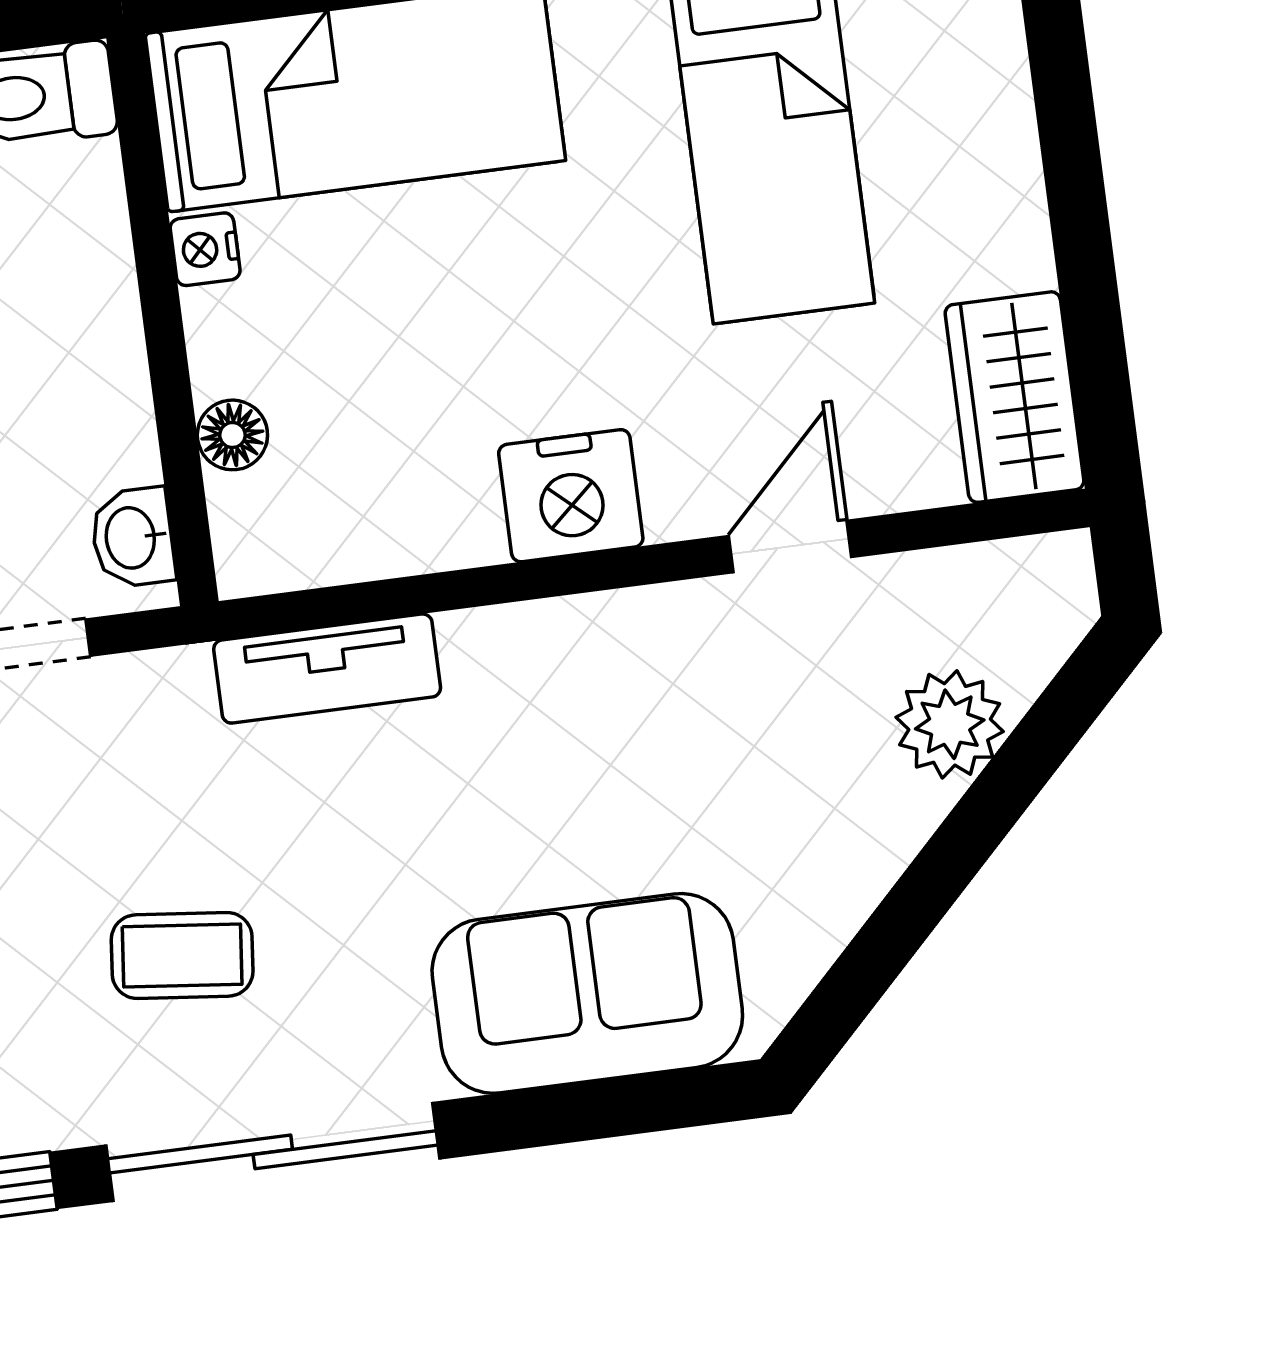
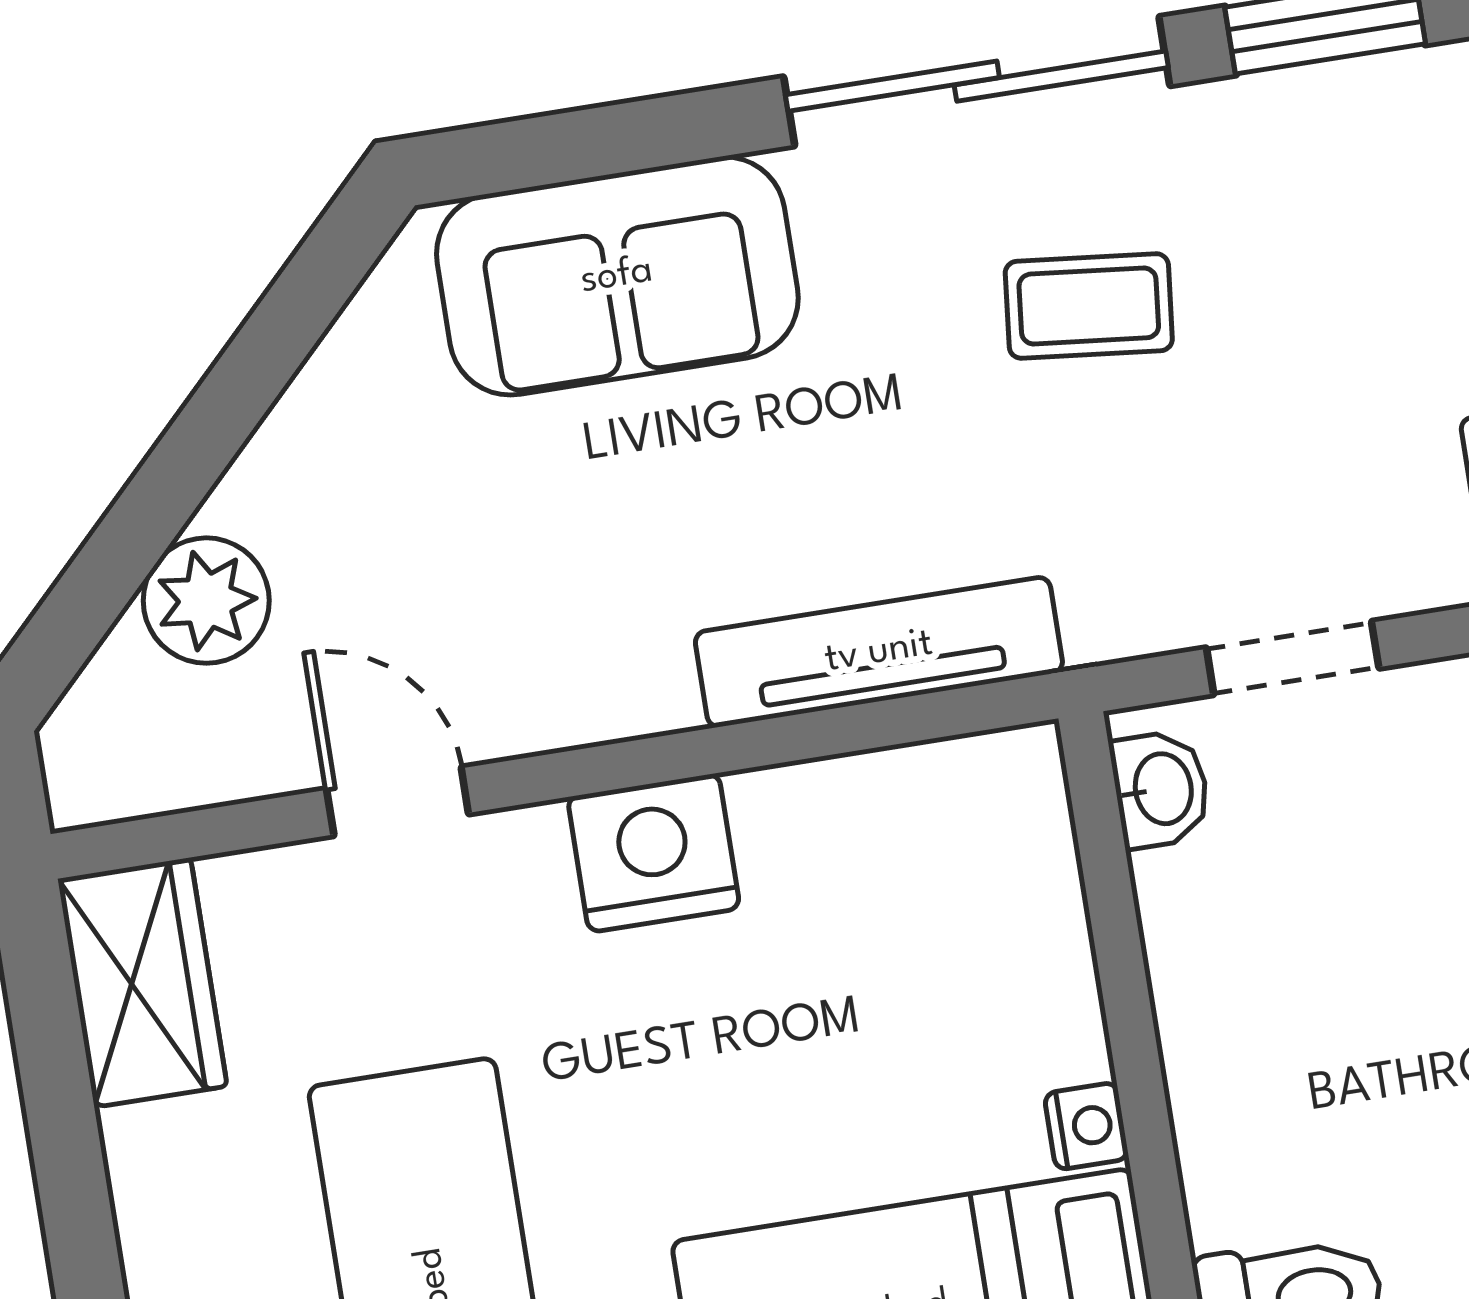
floor lamp: (232, 435) -> (1048, 912), removed
door: (790, 547) -> (398, 801), swing flipped
tv unit: (327, 669) -> (879, 652), width x1.41

